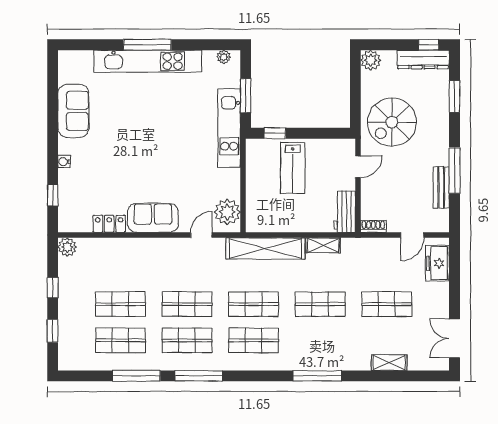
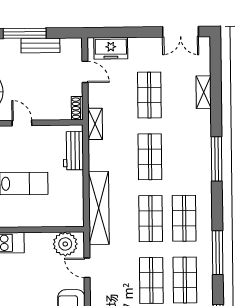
workbench: (345, 212) -> (73, 151), moved, turned 90
shelving: (323, 245) -> (95, 124), moved
window: (199, 376) -> (218, 253), moved

